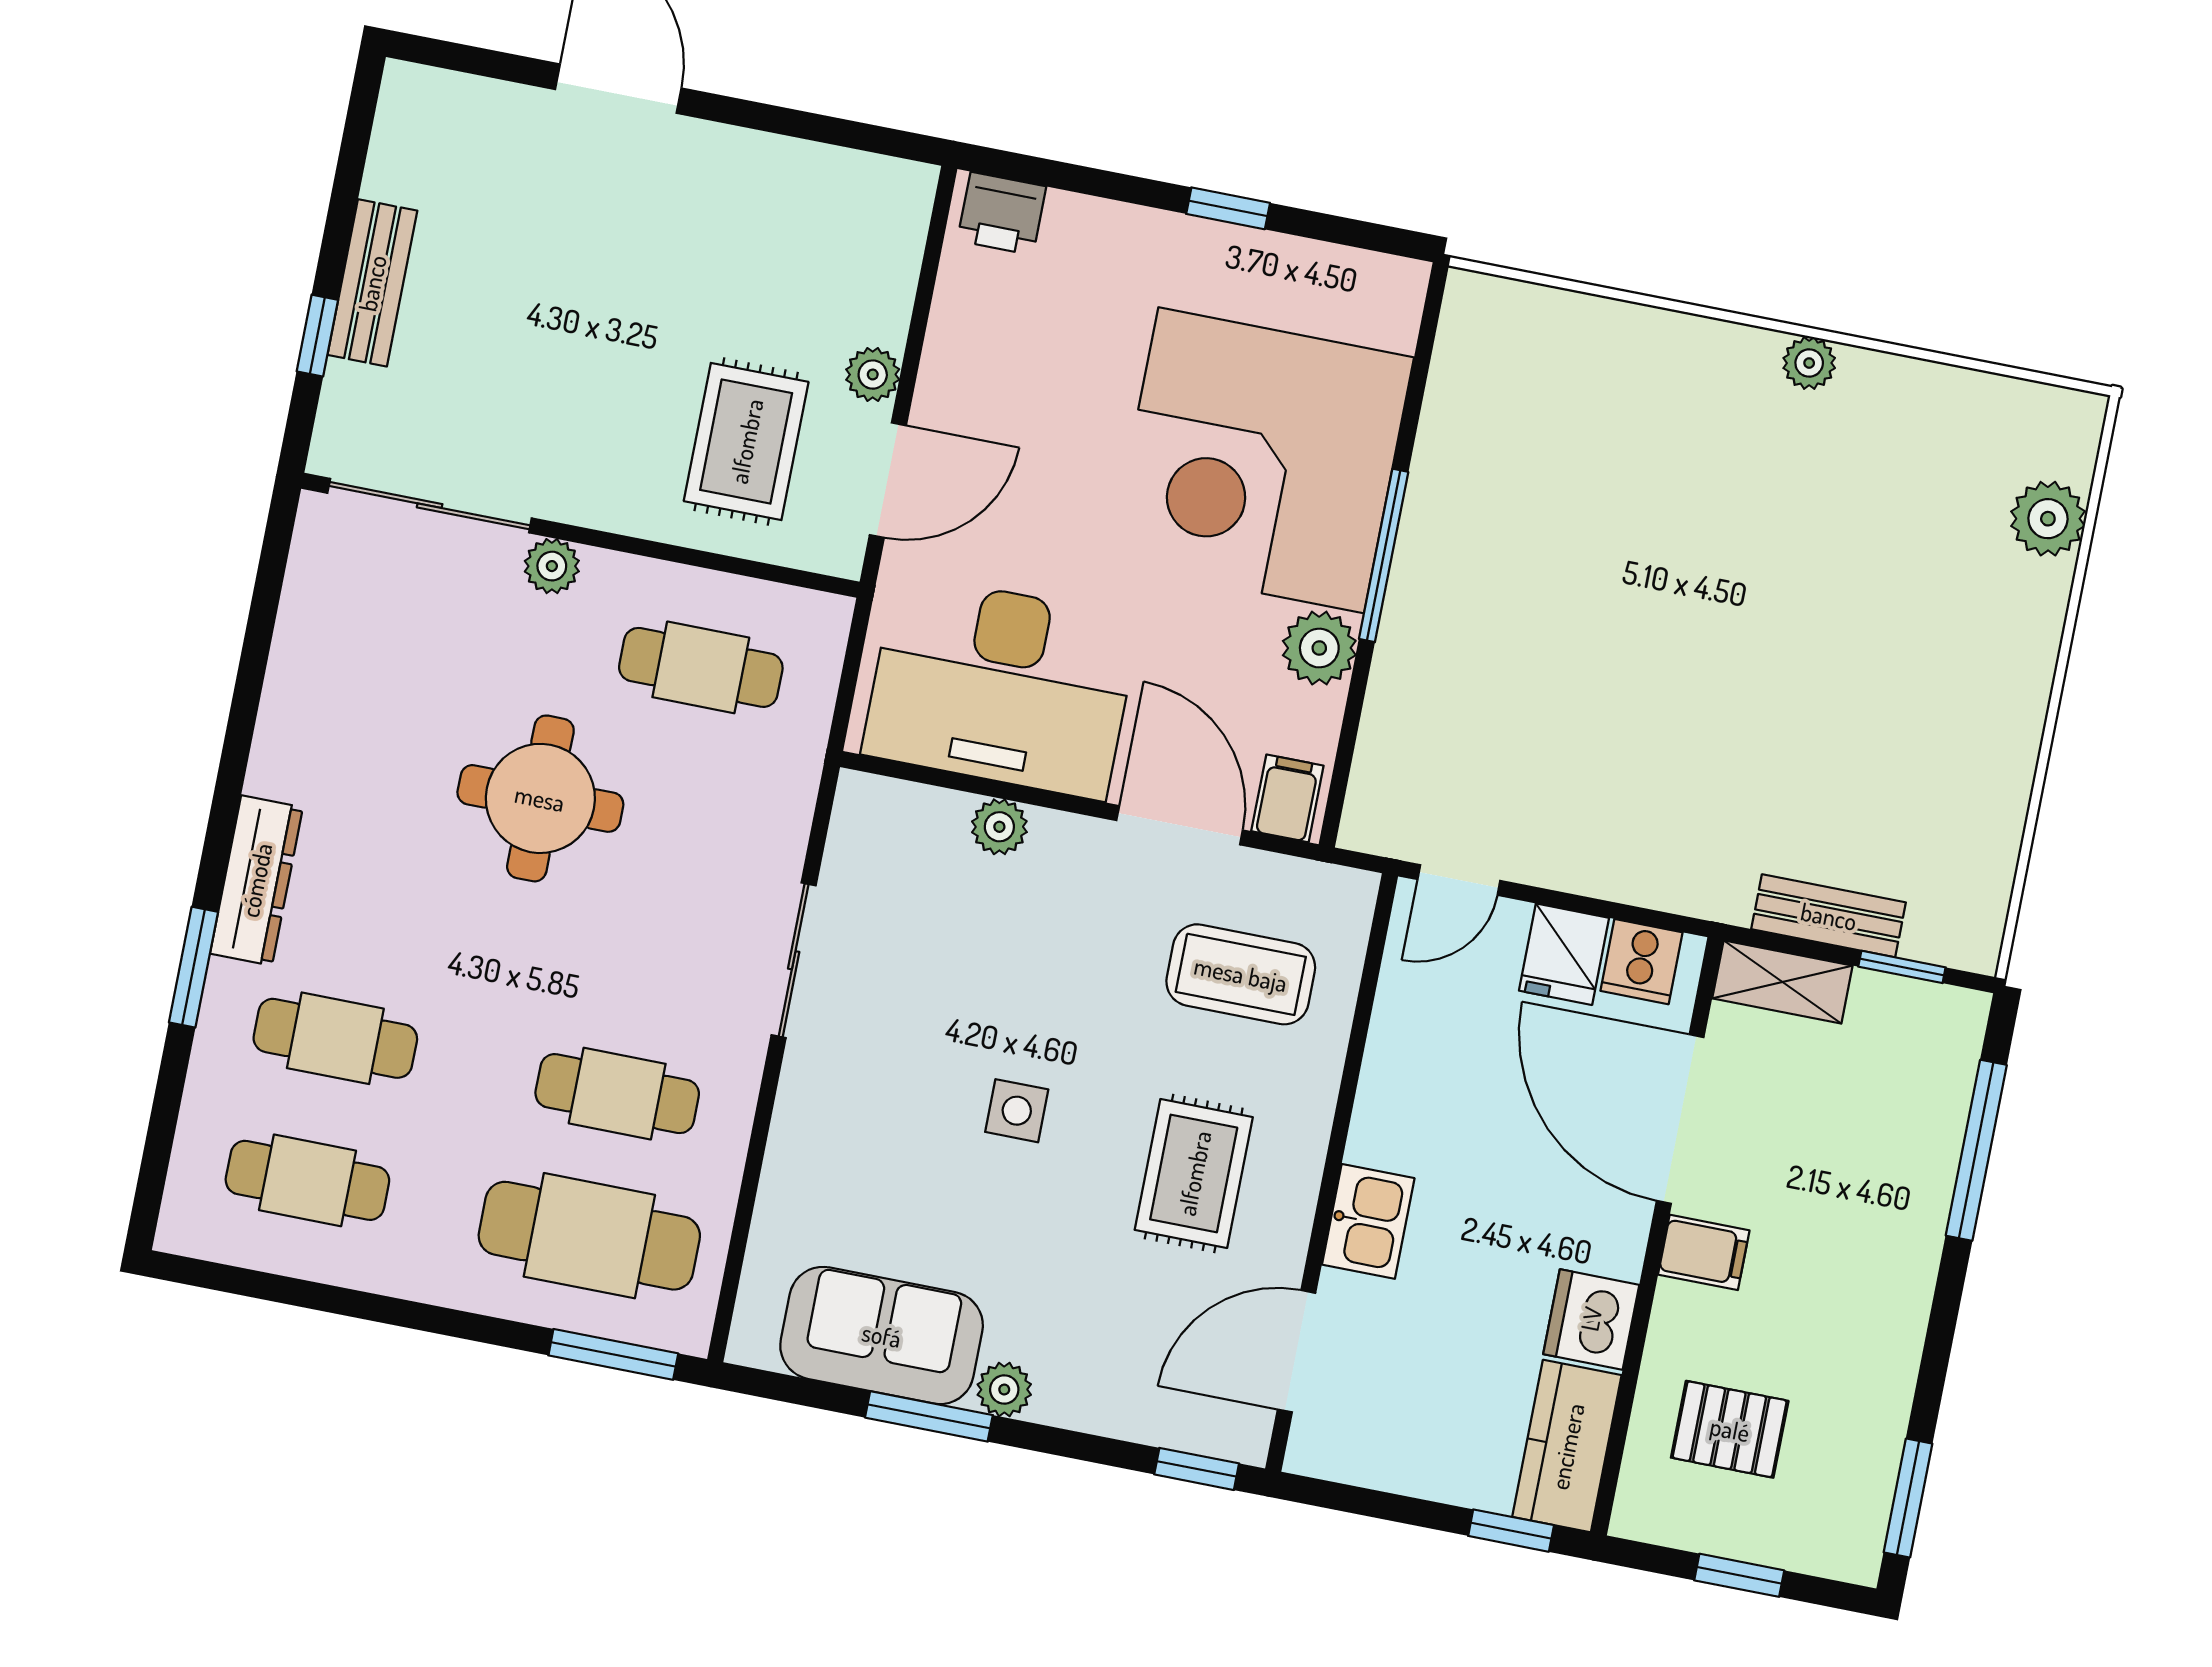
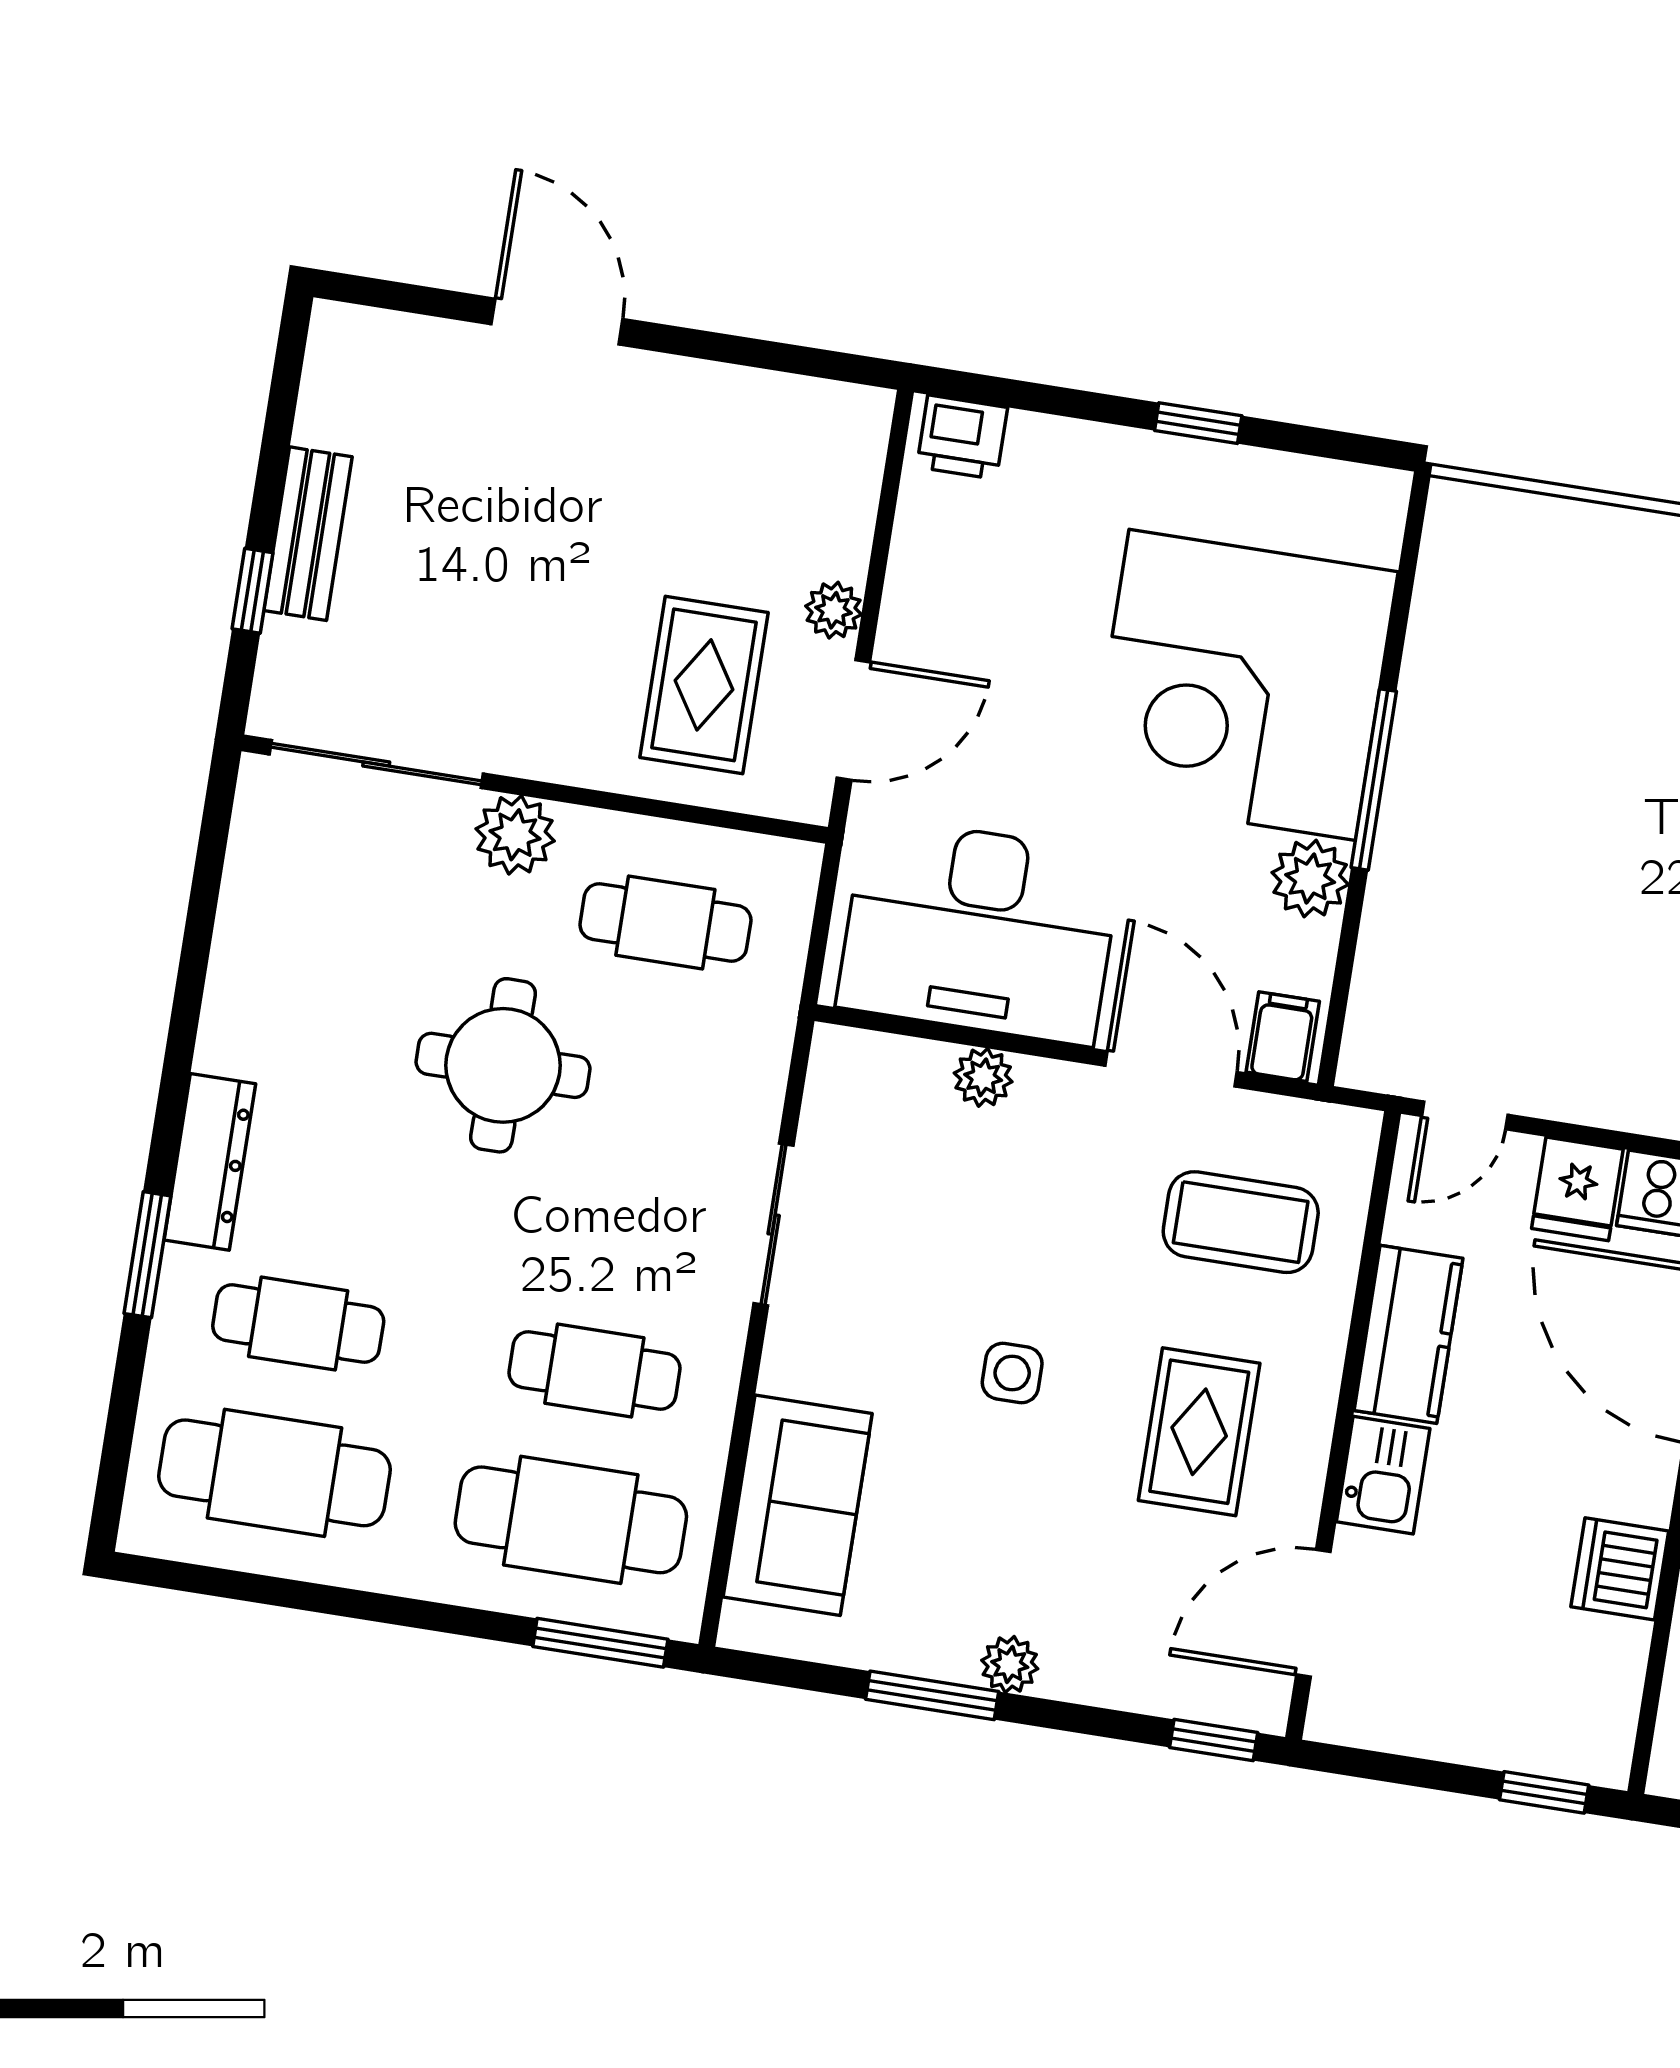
plant: (552, 566) -> (515, 835), width x1.38, depth x1.38
cafe table: (307, 1180) -> (275, 1473), width x1.37, depth x1.35
sofa: (882, 1335) -> (798, 1505), moved, turned 90
kitchen counter: (1567, 1446) -> (1408, 1334), moved, turned 180

